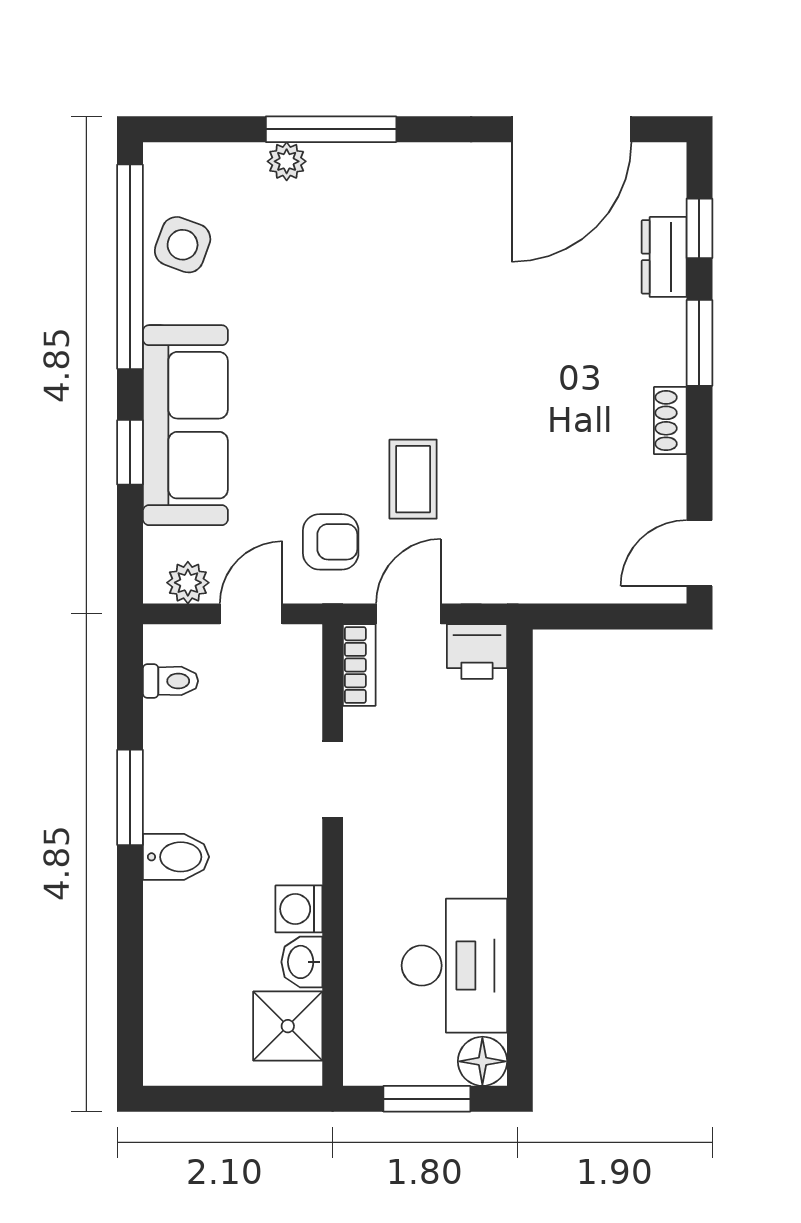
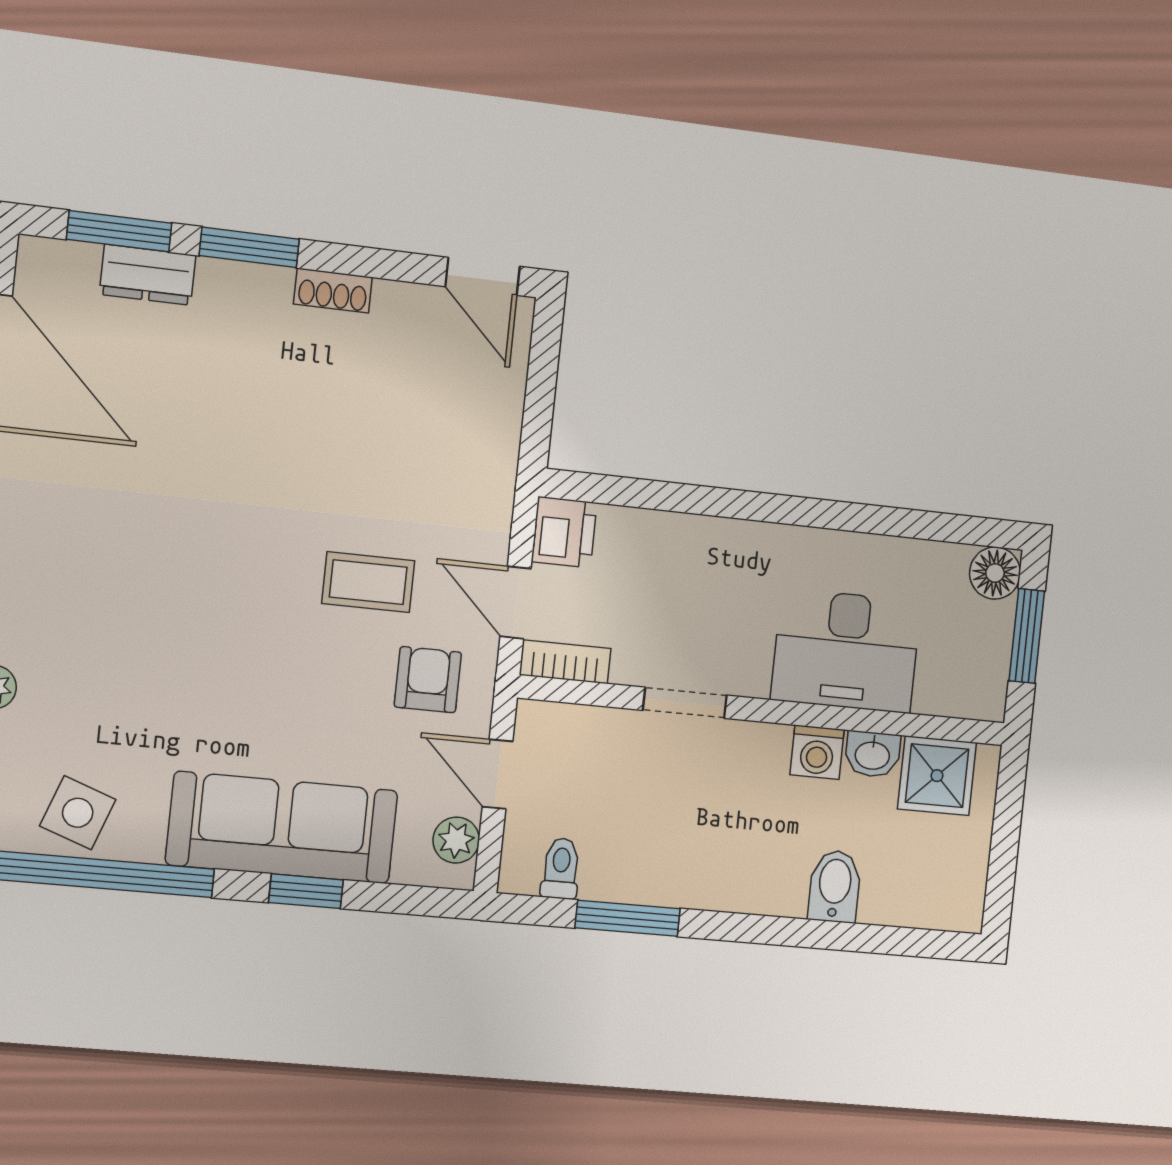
window: (699, 228) -> (119, 231), width x1.50
window: (130, 797) -> (628, 918), moved
bidet: (176, 857) -> (835, 886), moved
desk: (454, 966) -> (846, 651), moved, turned 180

